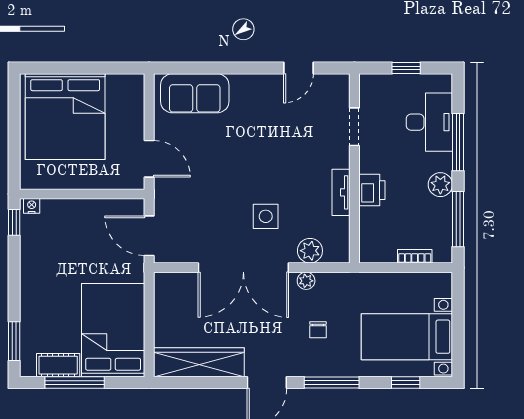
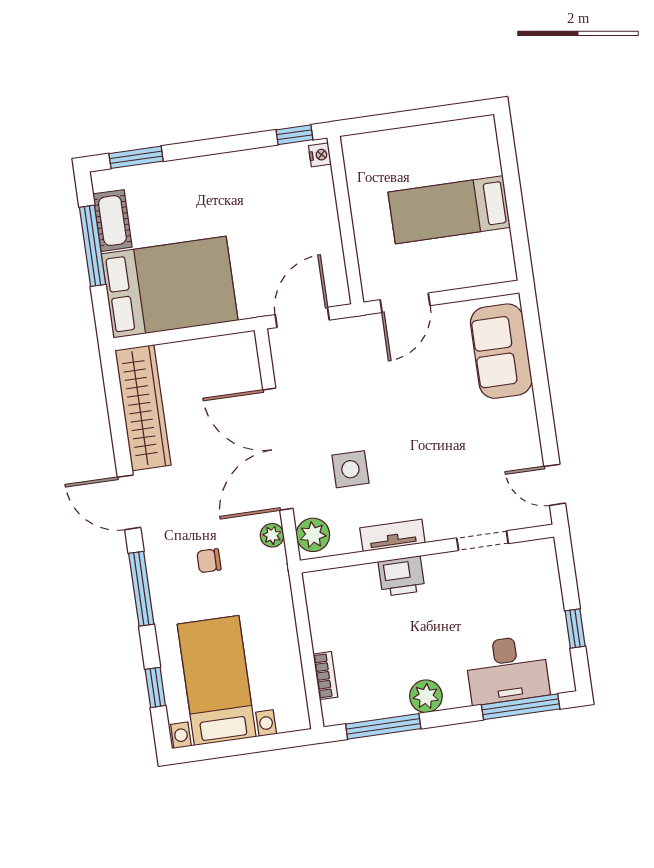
bed: (65, 117) -> (449, 210), width x0.49
doorway: (354, 127) -> (482, 541), moved
window: (458, 142) -> (521, 707), moved
wall: (354, 168) -> (427, 549), moved
printer: (372, 190) -> (401, 576), moved
tv unit: (341, 192) -> (392, 535), moved

